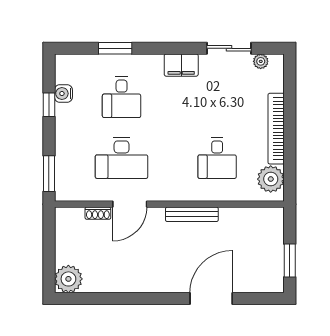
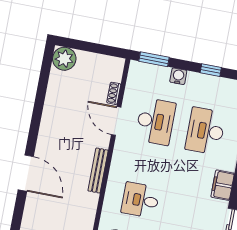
water cooler: (63, 94) -> (178, 76), moved
desk: (122, 97) -> (206, 131), width x1.37
desk: (122, 158) -> (155, 121), turned 180

